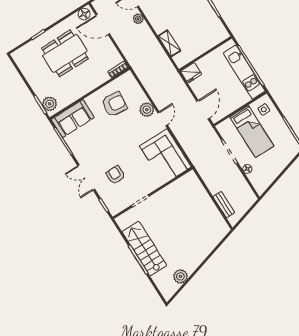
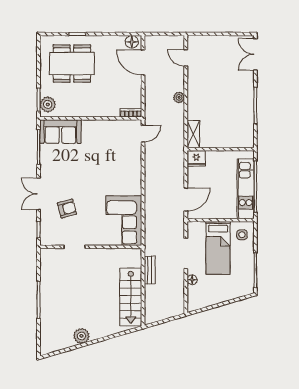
plant: (138, 19) -> (179, 97), moved
shelving: (169, 43) -> (193, 134), moved
dining table: (65, 53) -> (72, 64), moved
armchair: (114, 104) -> (107, 143), removed
plant: (147, 110) -> (134, 166), removed
door: (162, 119) -> (143, 134), moved
armchair: (116, 175) -> (67, 209), turned 75
bench: (224, 205) -> (150, 270), moved
stairs: (144, 248) -> (131, 297), moved, turned 180
plant: (180, 276) -> (81, 336), moved

